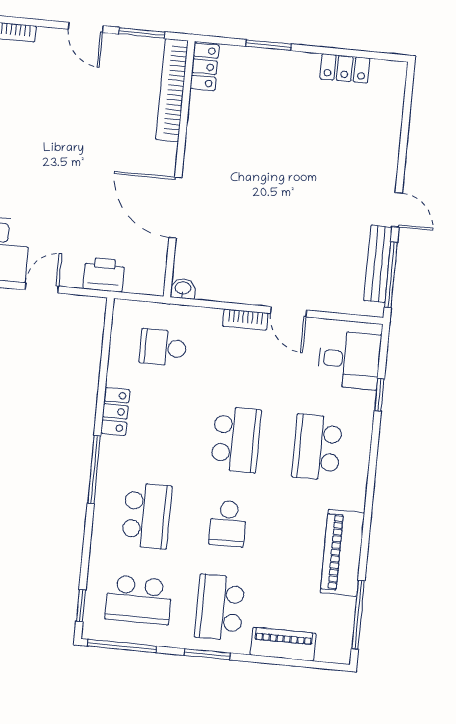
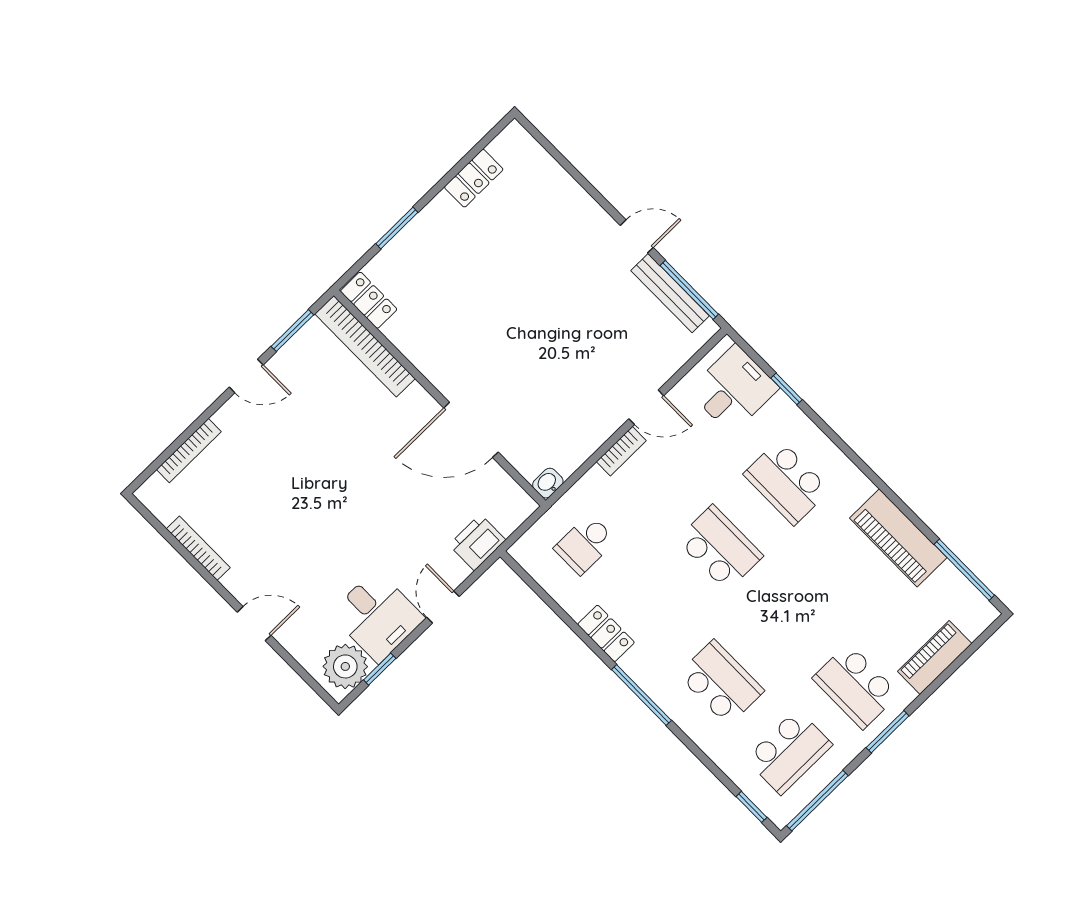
school desk: (228, 523) -> (788, 617), removed

